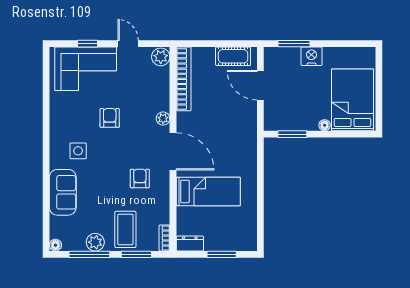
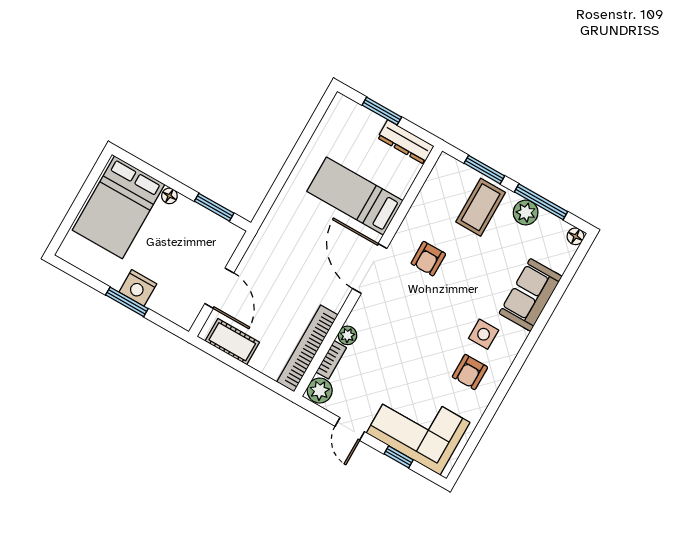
window: (294, 44) -> (127, 302), moved
armchair: (110, 118) -> (470, 372), moved
plant: (163, 119) -> (347, 335), moved
bookcase: (164, 238) -> (331, 360), moved
dresser: (190, 244) -> (406, 142), width x1.44

